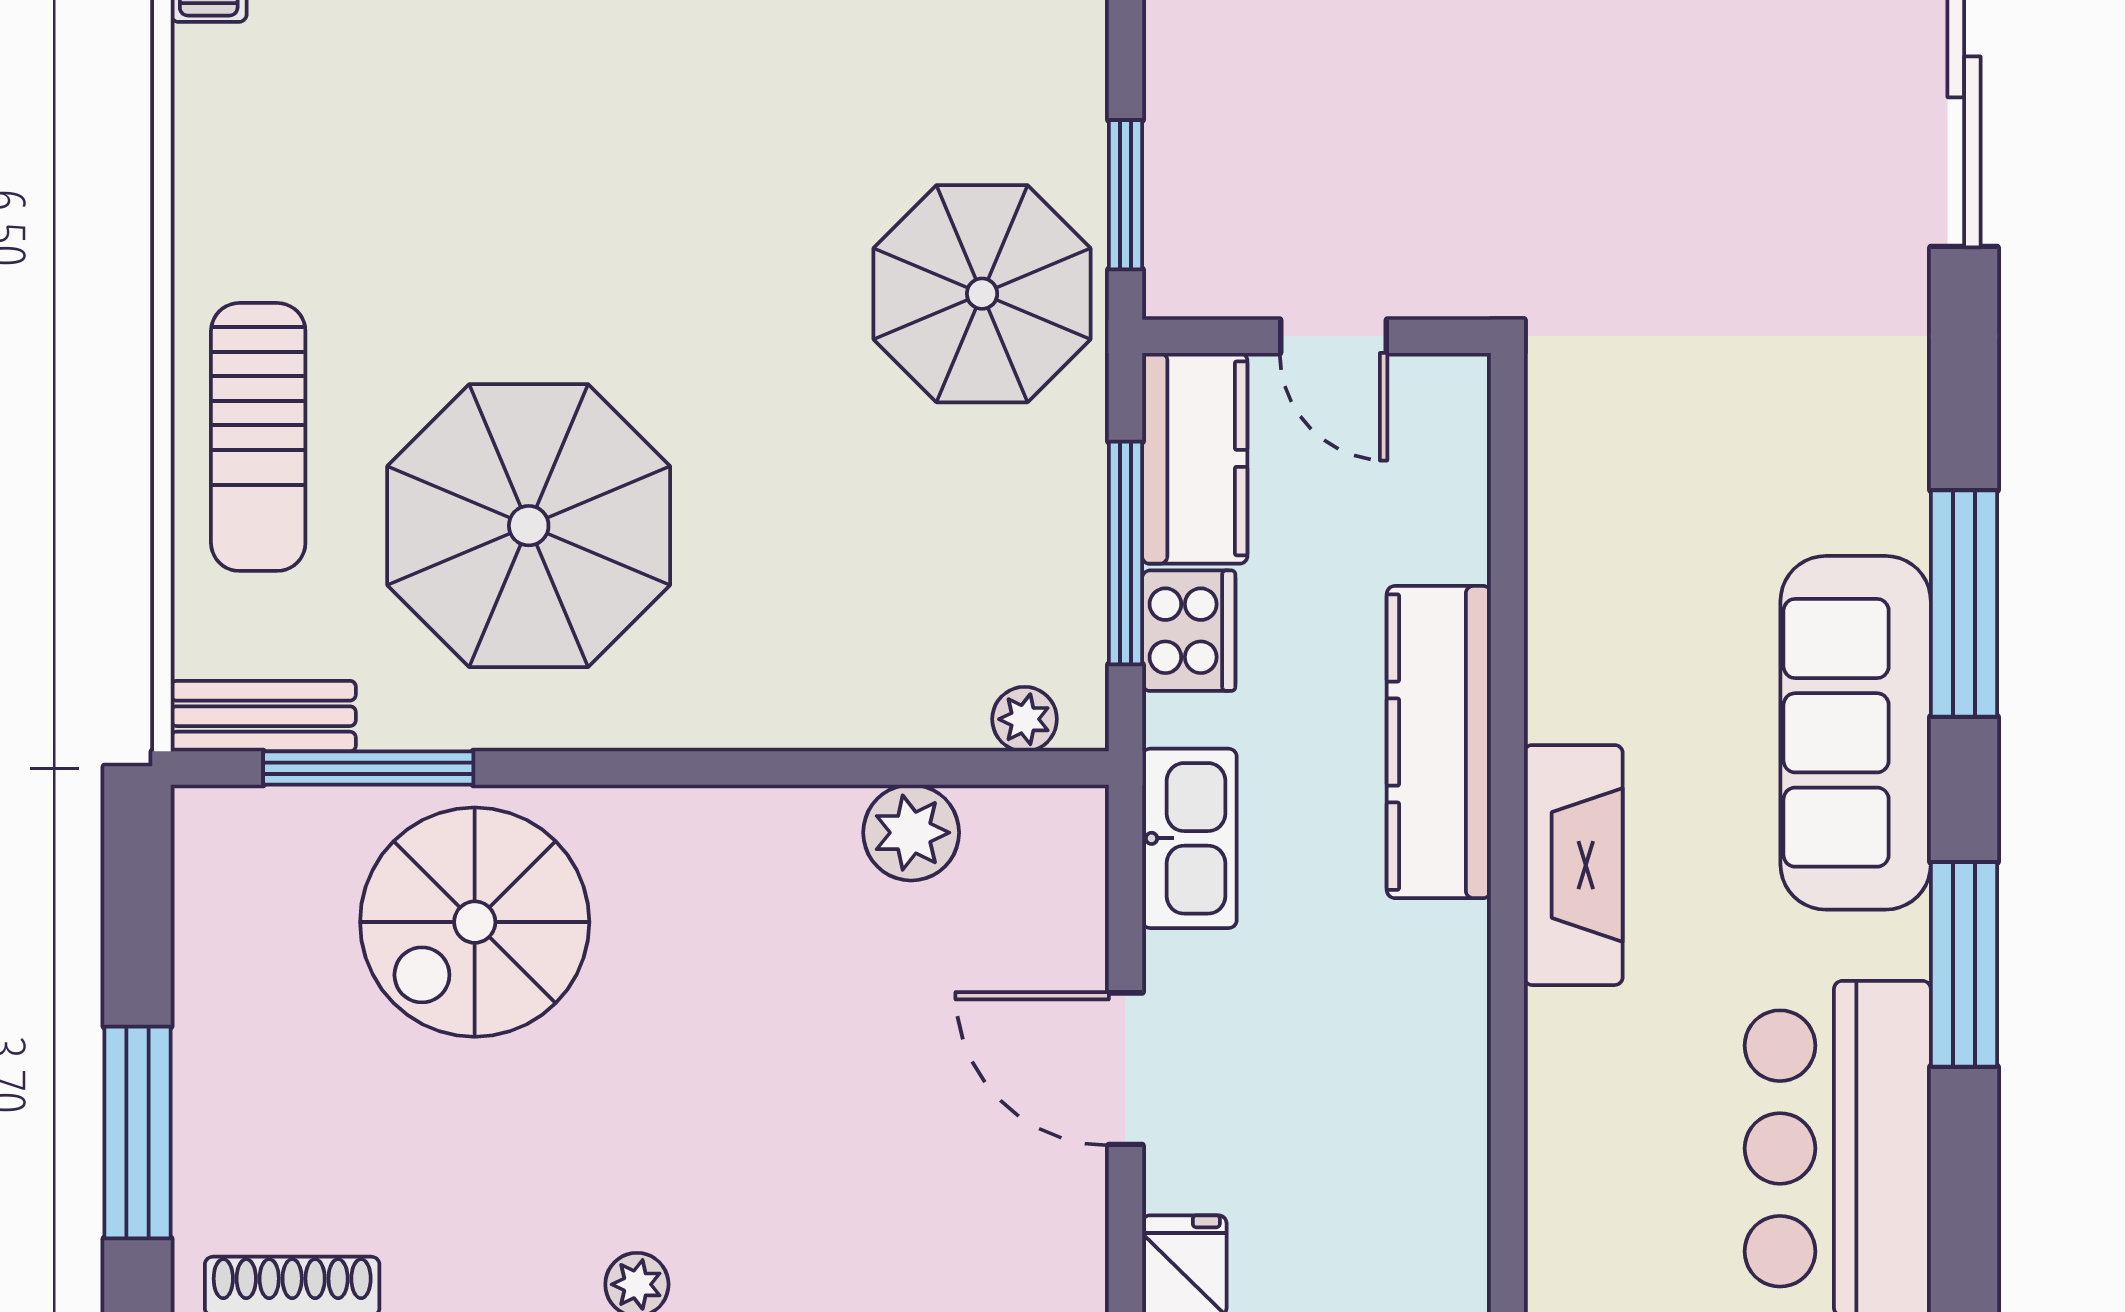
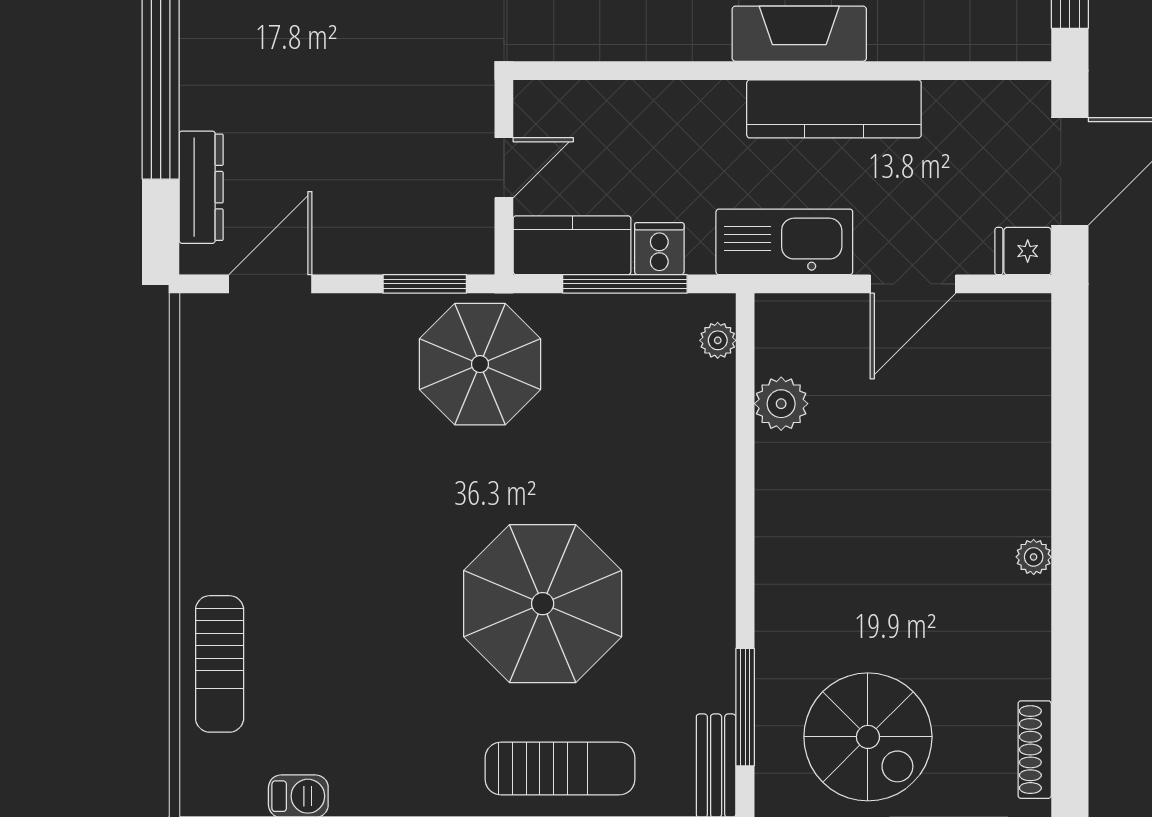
parasol: (529, 526) -> (543, 604), moved
cooker: (1189, 631) -> (659, 249), width x0.73
kitchen counter: (1439, 742) -> (834, 109), moved
kitchen sink: (1189, 838) -> (784, 242), width x1.36, depth x1.24
spiral stairs: (475, 922) -> (868, 737), moved

